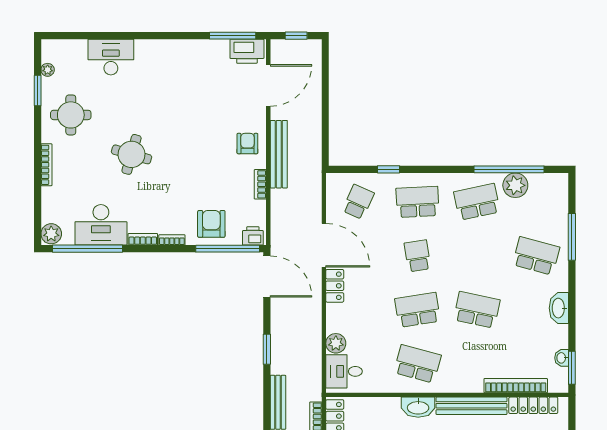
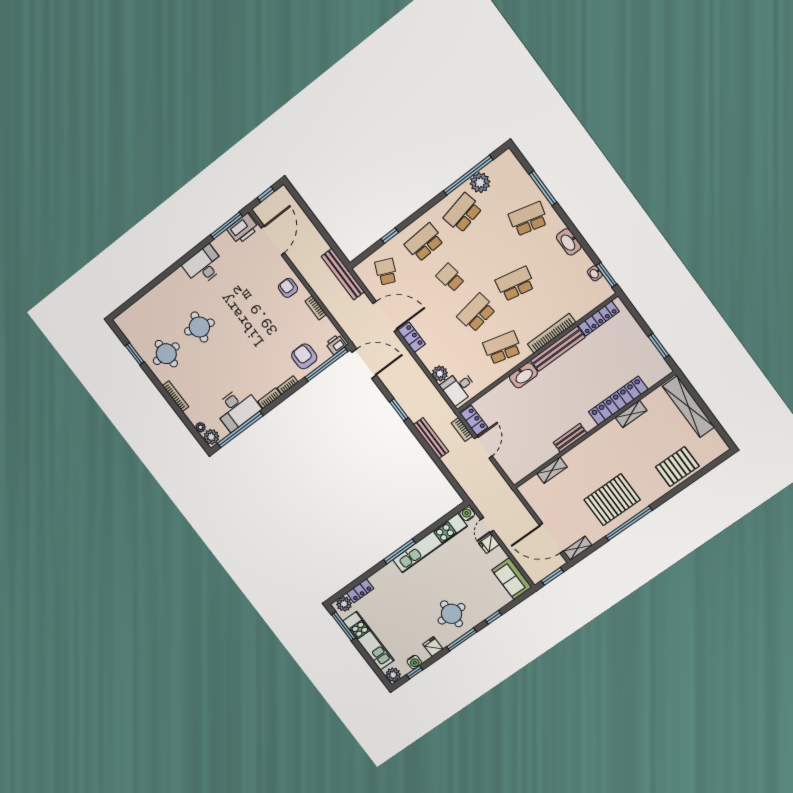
desk: (111, 57) -> (204, 266), moved
plant: (48, 70) -> (200, 427), moved
round table: (132, 154) -> (199, 327), moved
bench: (279, 154) -> (343, 274), moved
bookcase: (516, 386) -> (552, 333), moved

